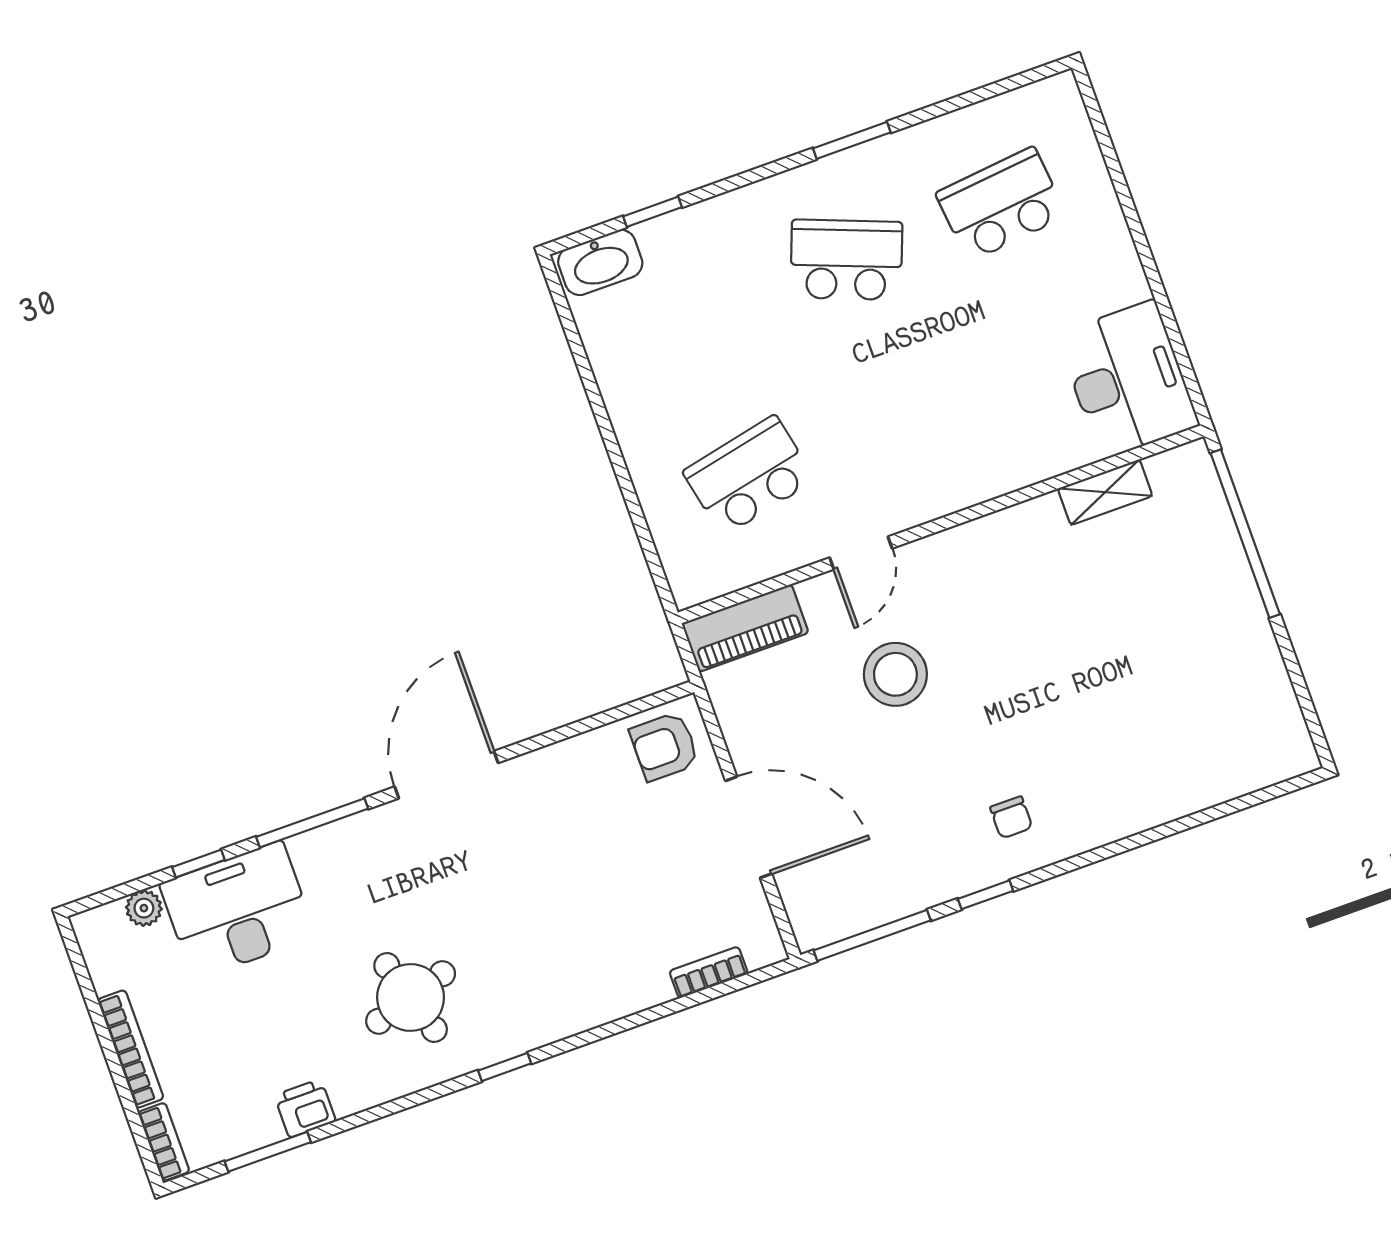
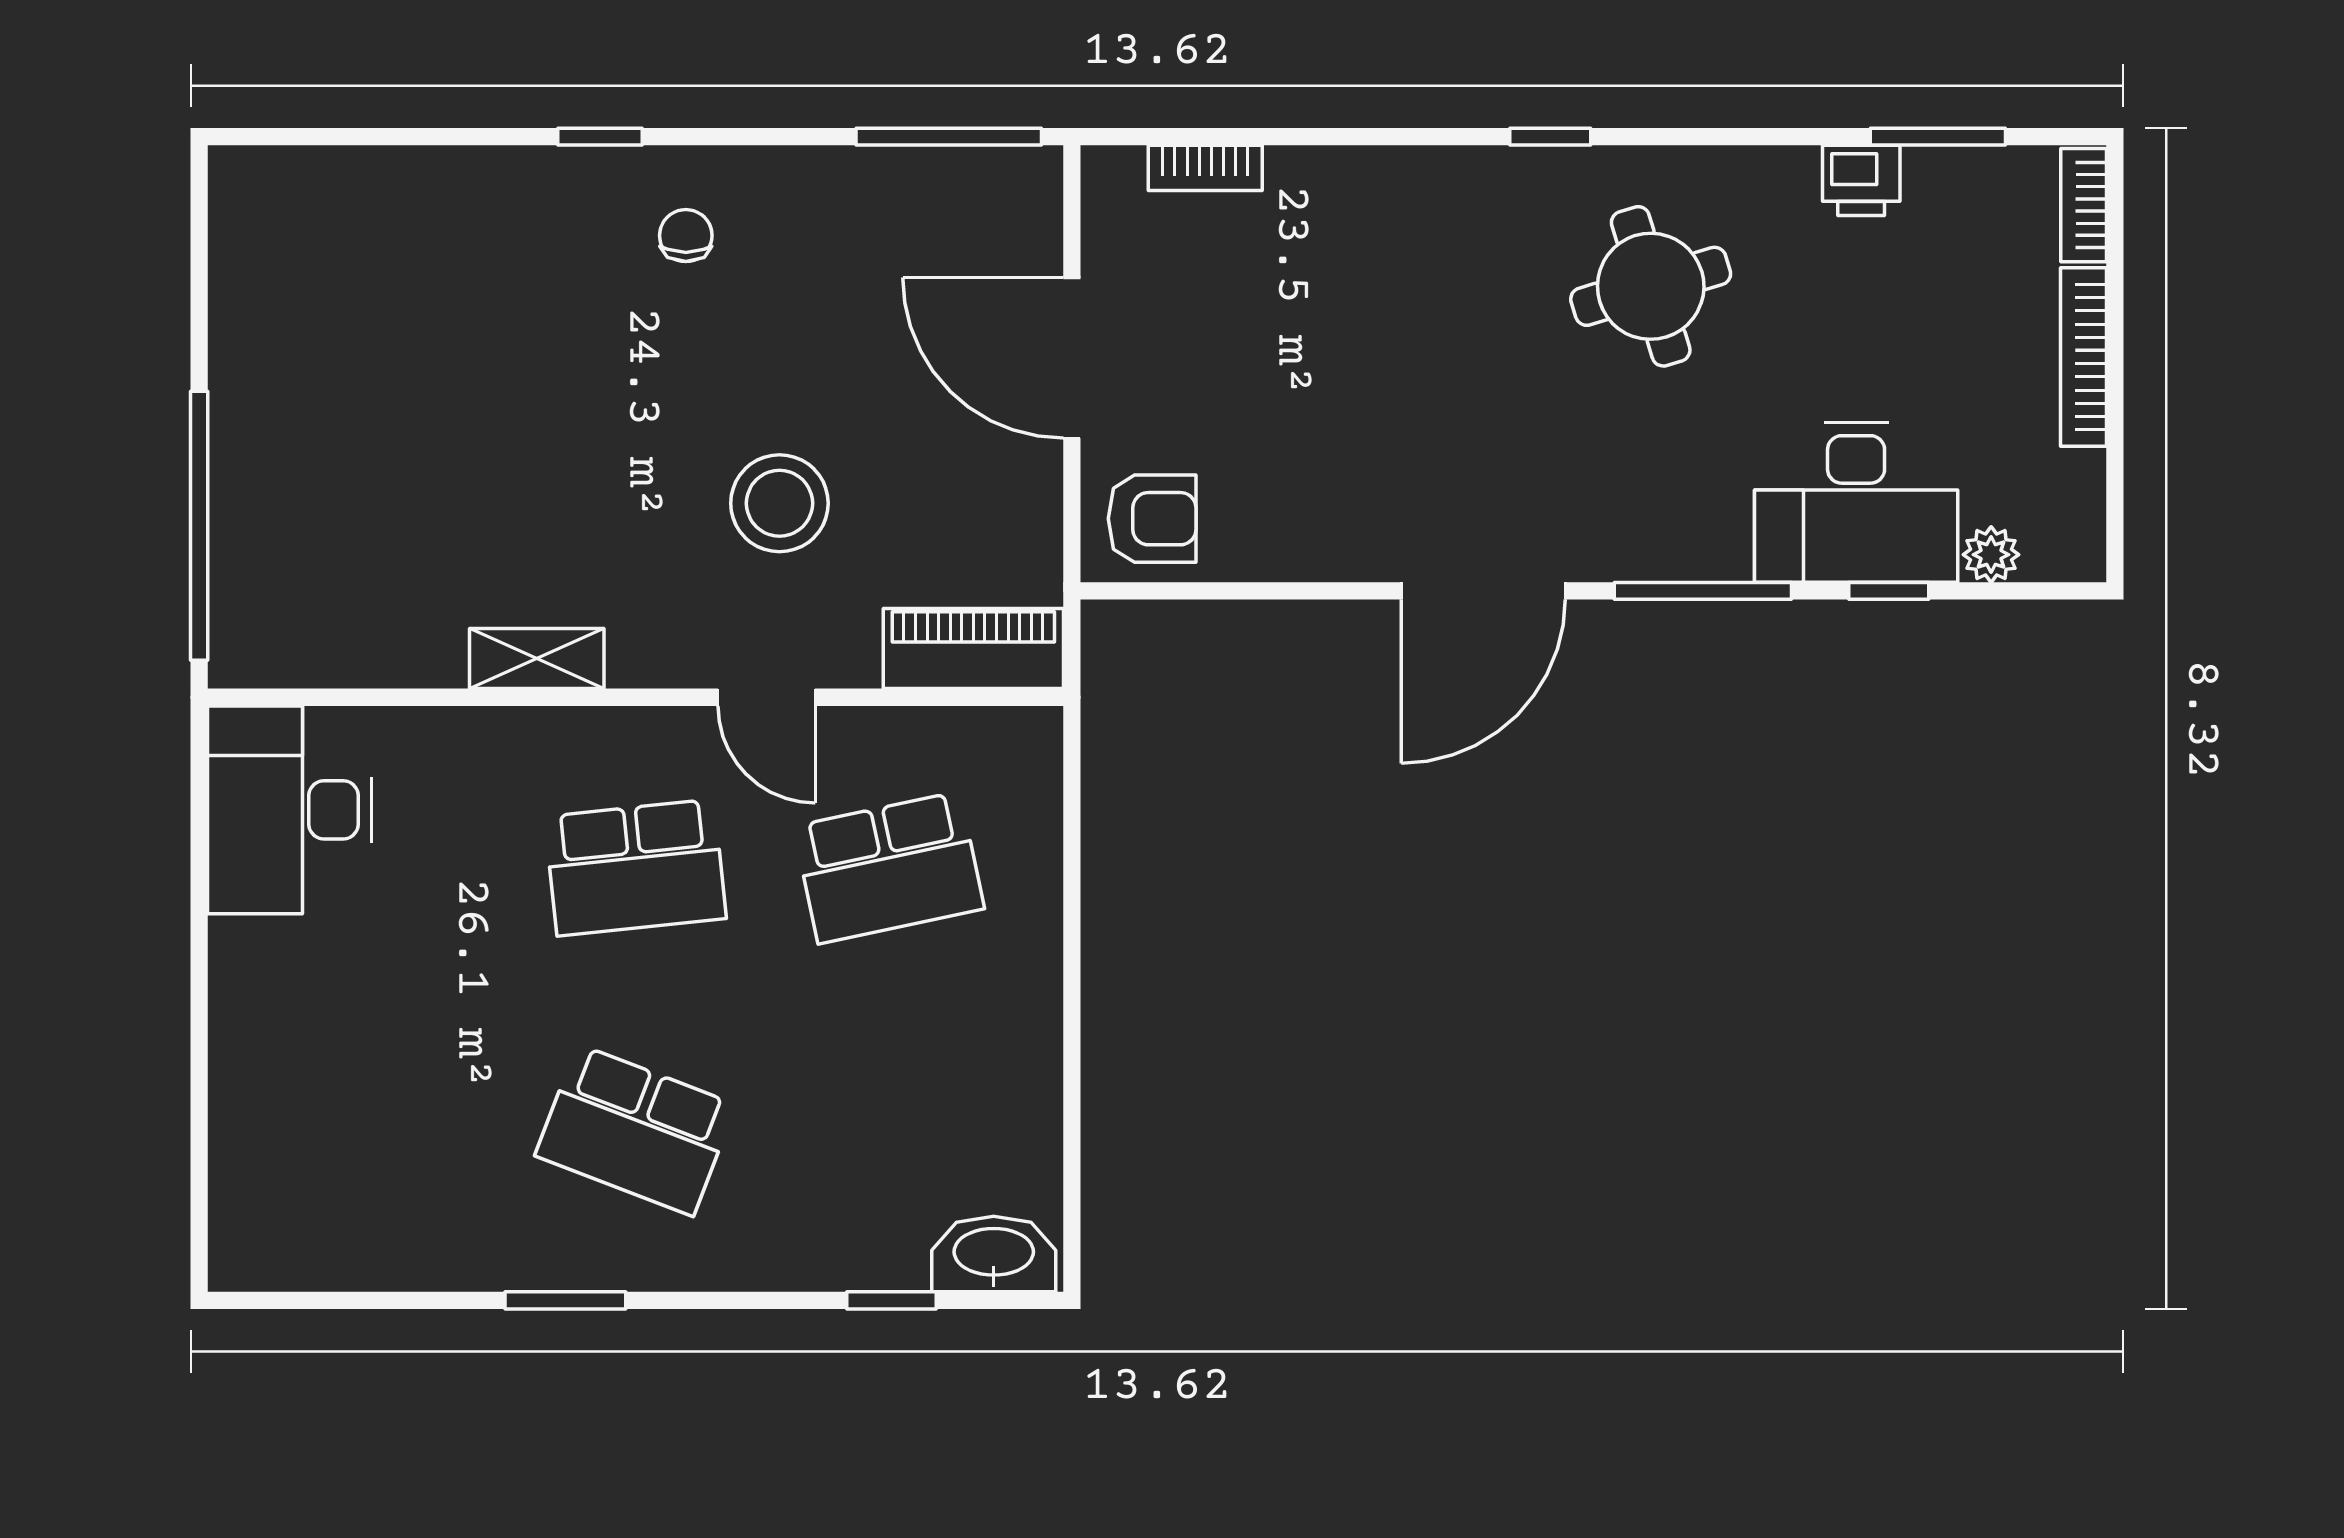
school desk: (1001, 204) -> (635, 868), moved
shelving: (1105, 492) -> (537, 659), moved
door: (861, 553) -> (767, 697), swing flipped
window: (986, 895) -> (600, 137), moved

